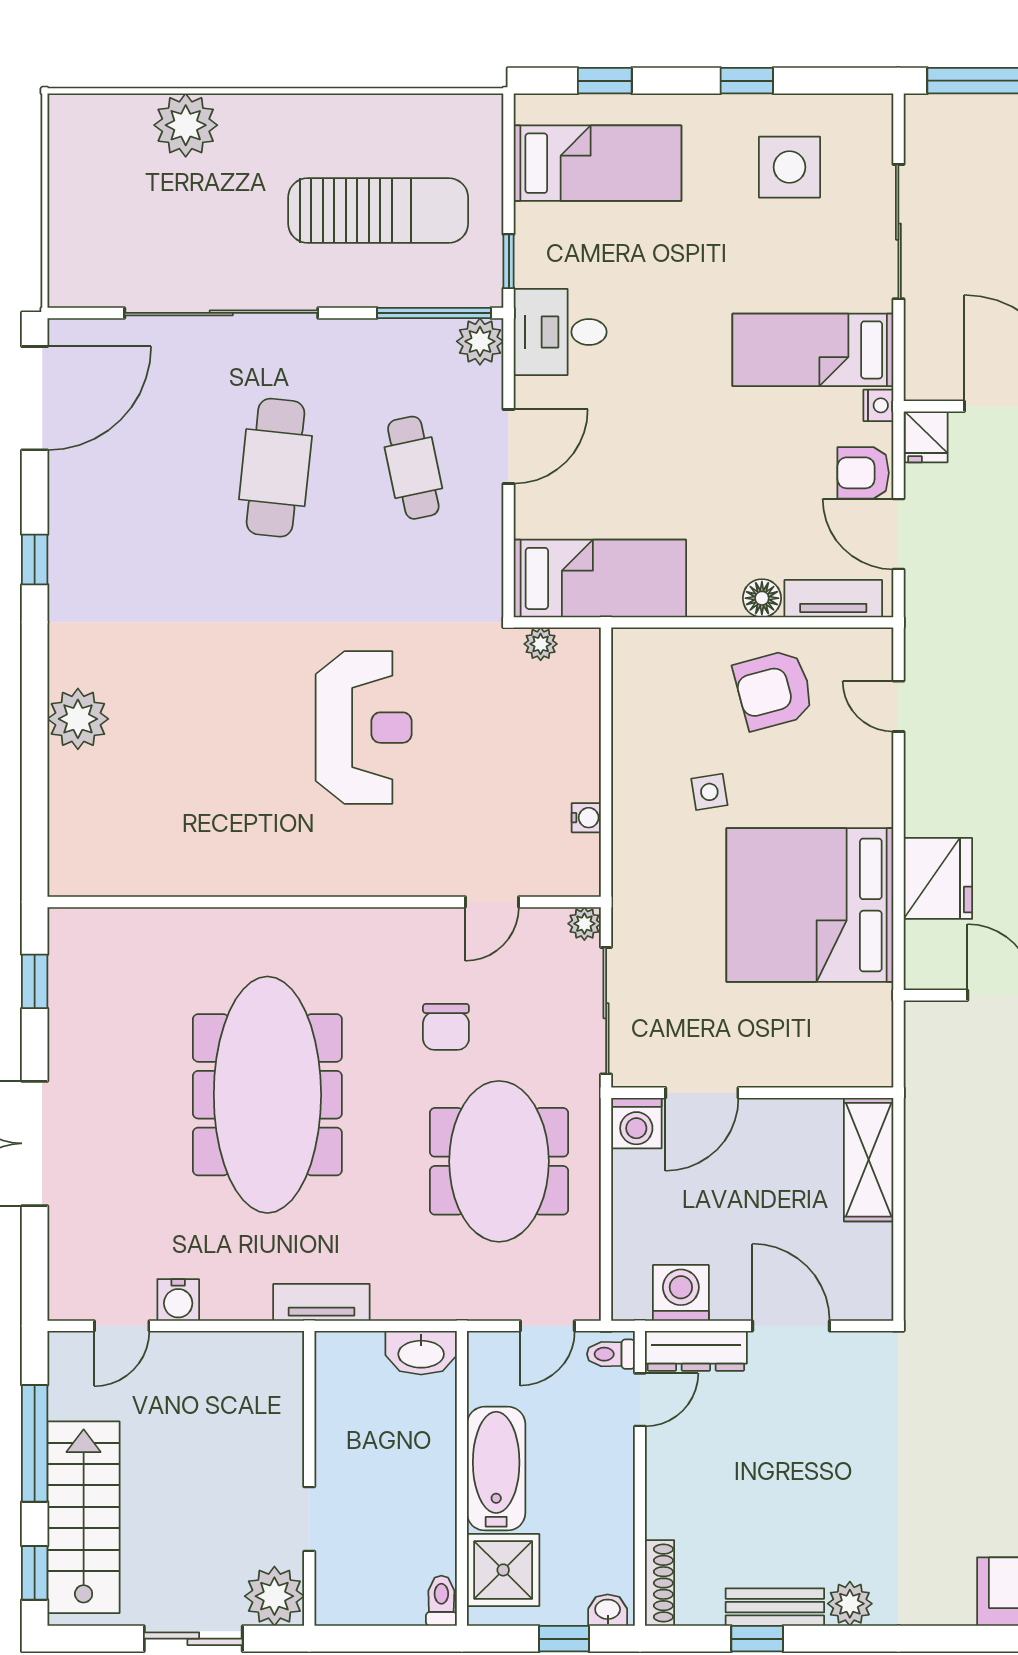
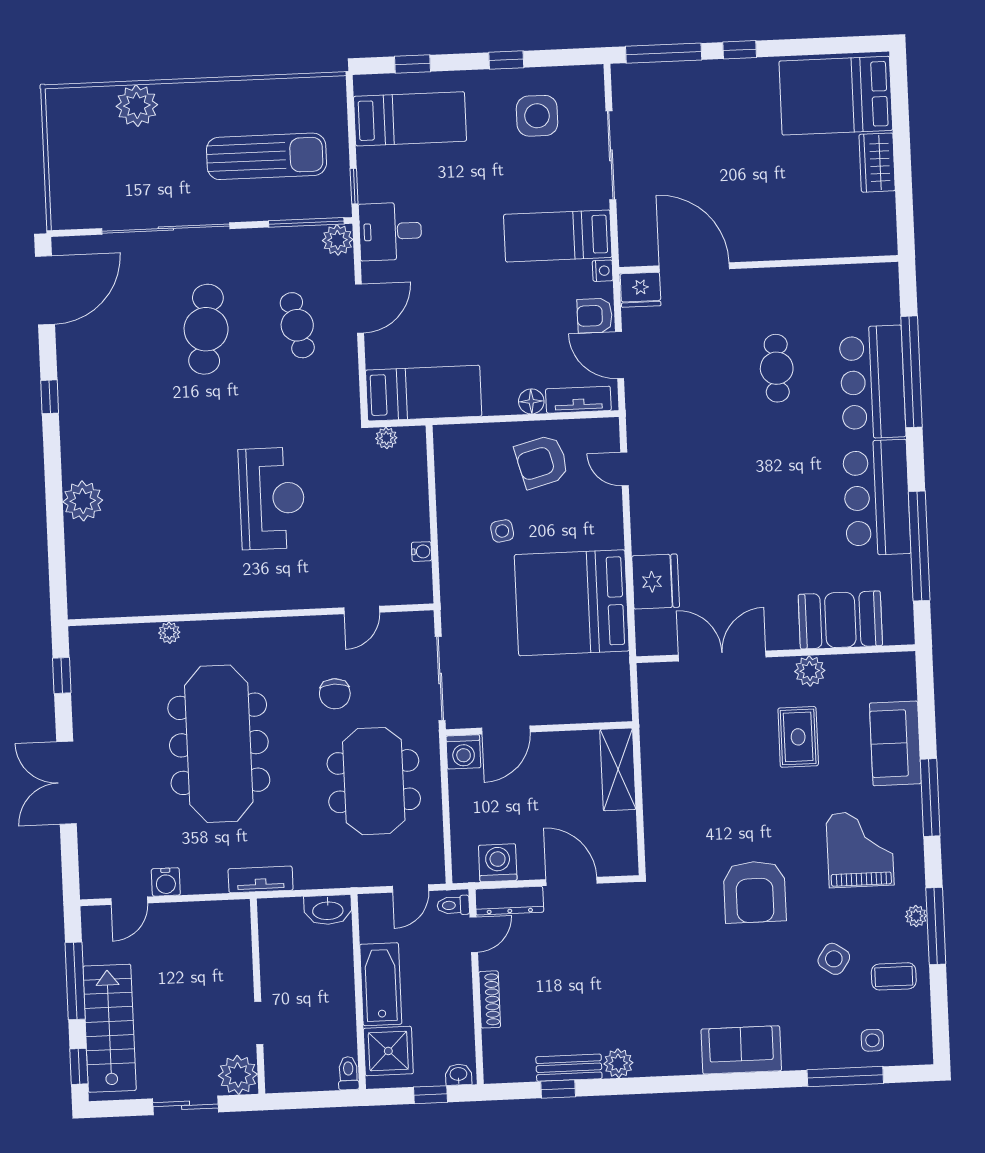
fridge: (926, 437) -> (641, 290), width x1.38
plant: (584, 924) -> (169, 633), moved
shoe rack: (660, 1583) -> (490, 999), moved

